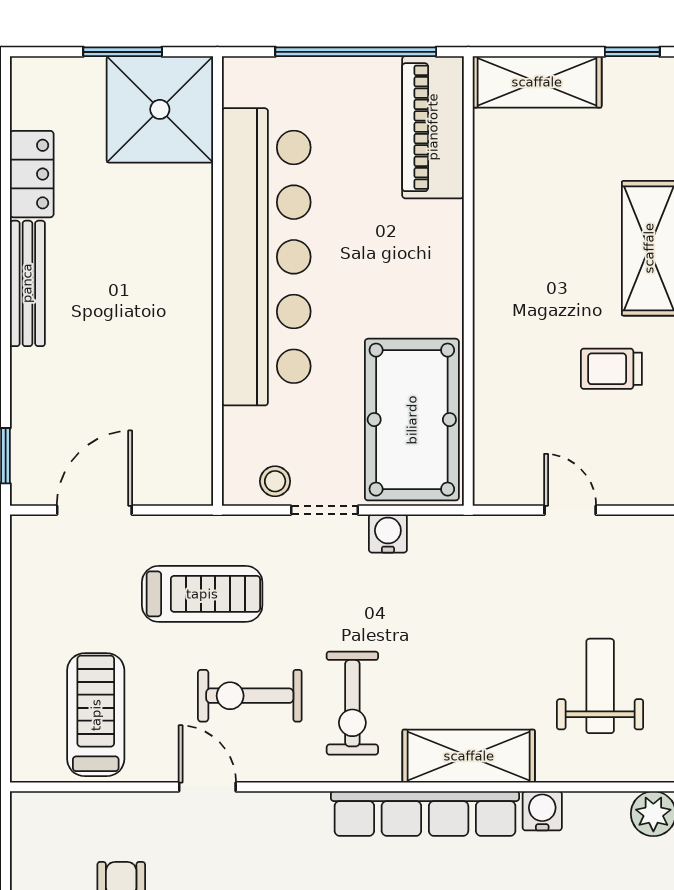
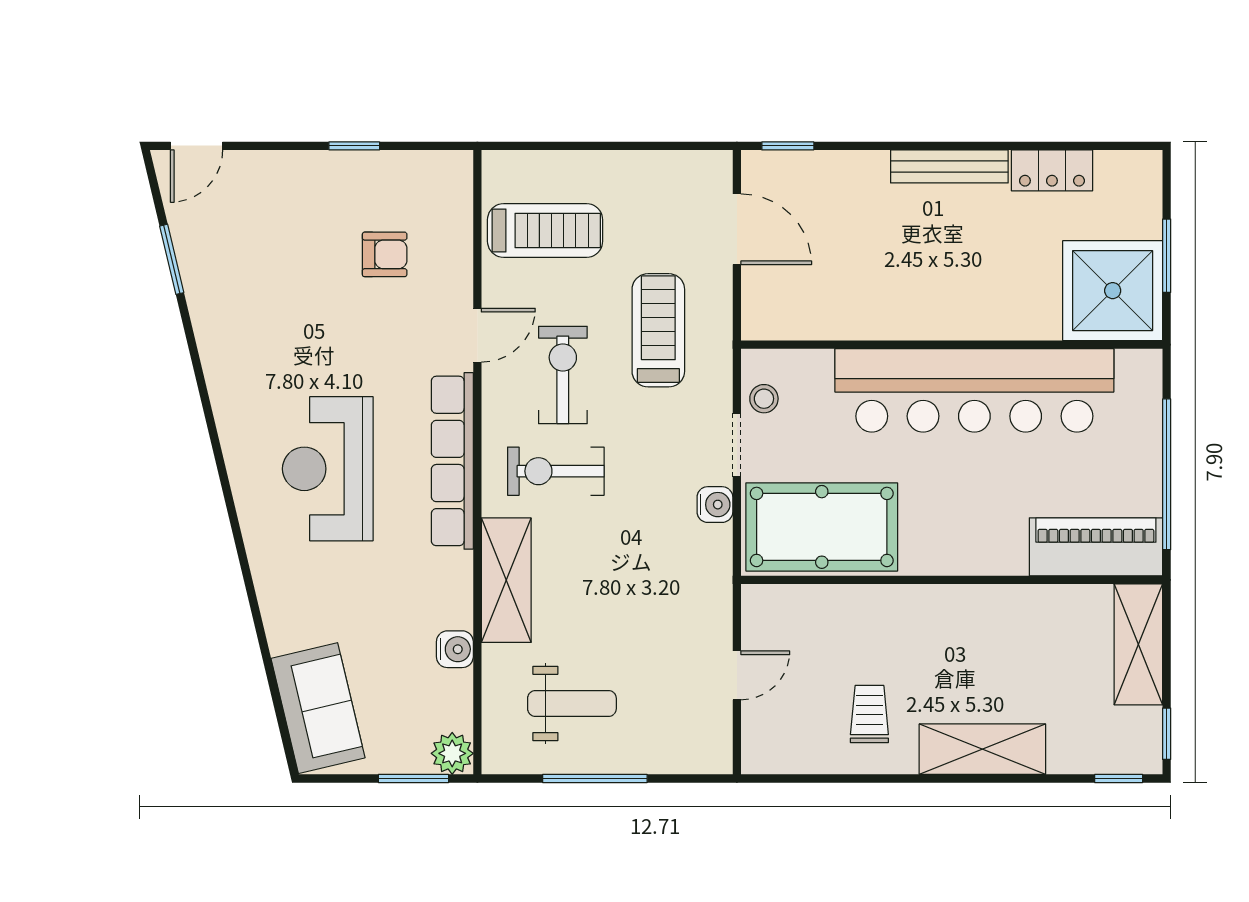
treadmill: (202, 594) -> (658, 330), turned 180
row of seats: (425, 814) -> (452, 461), moved

